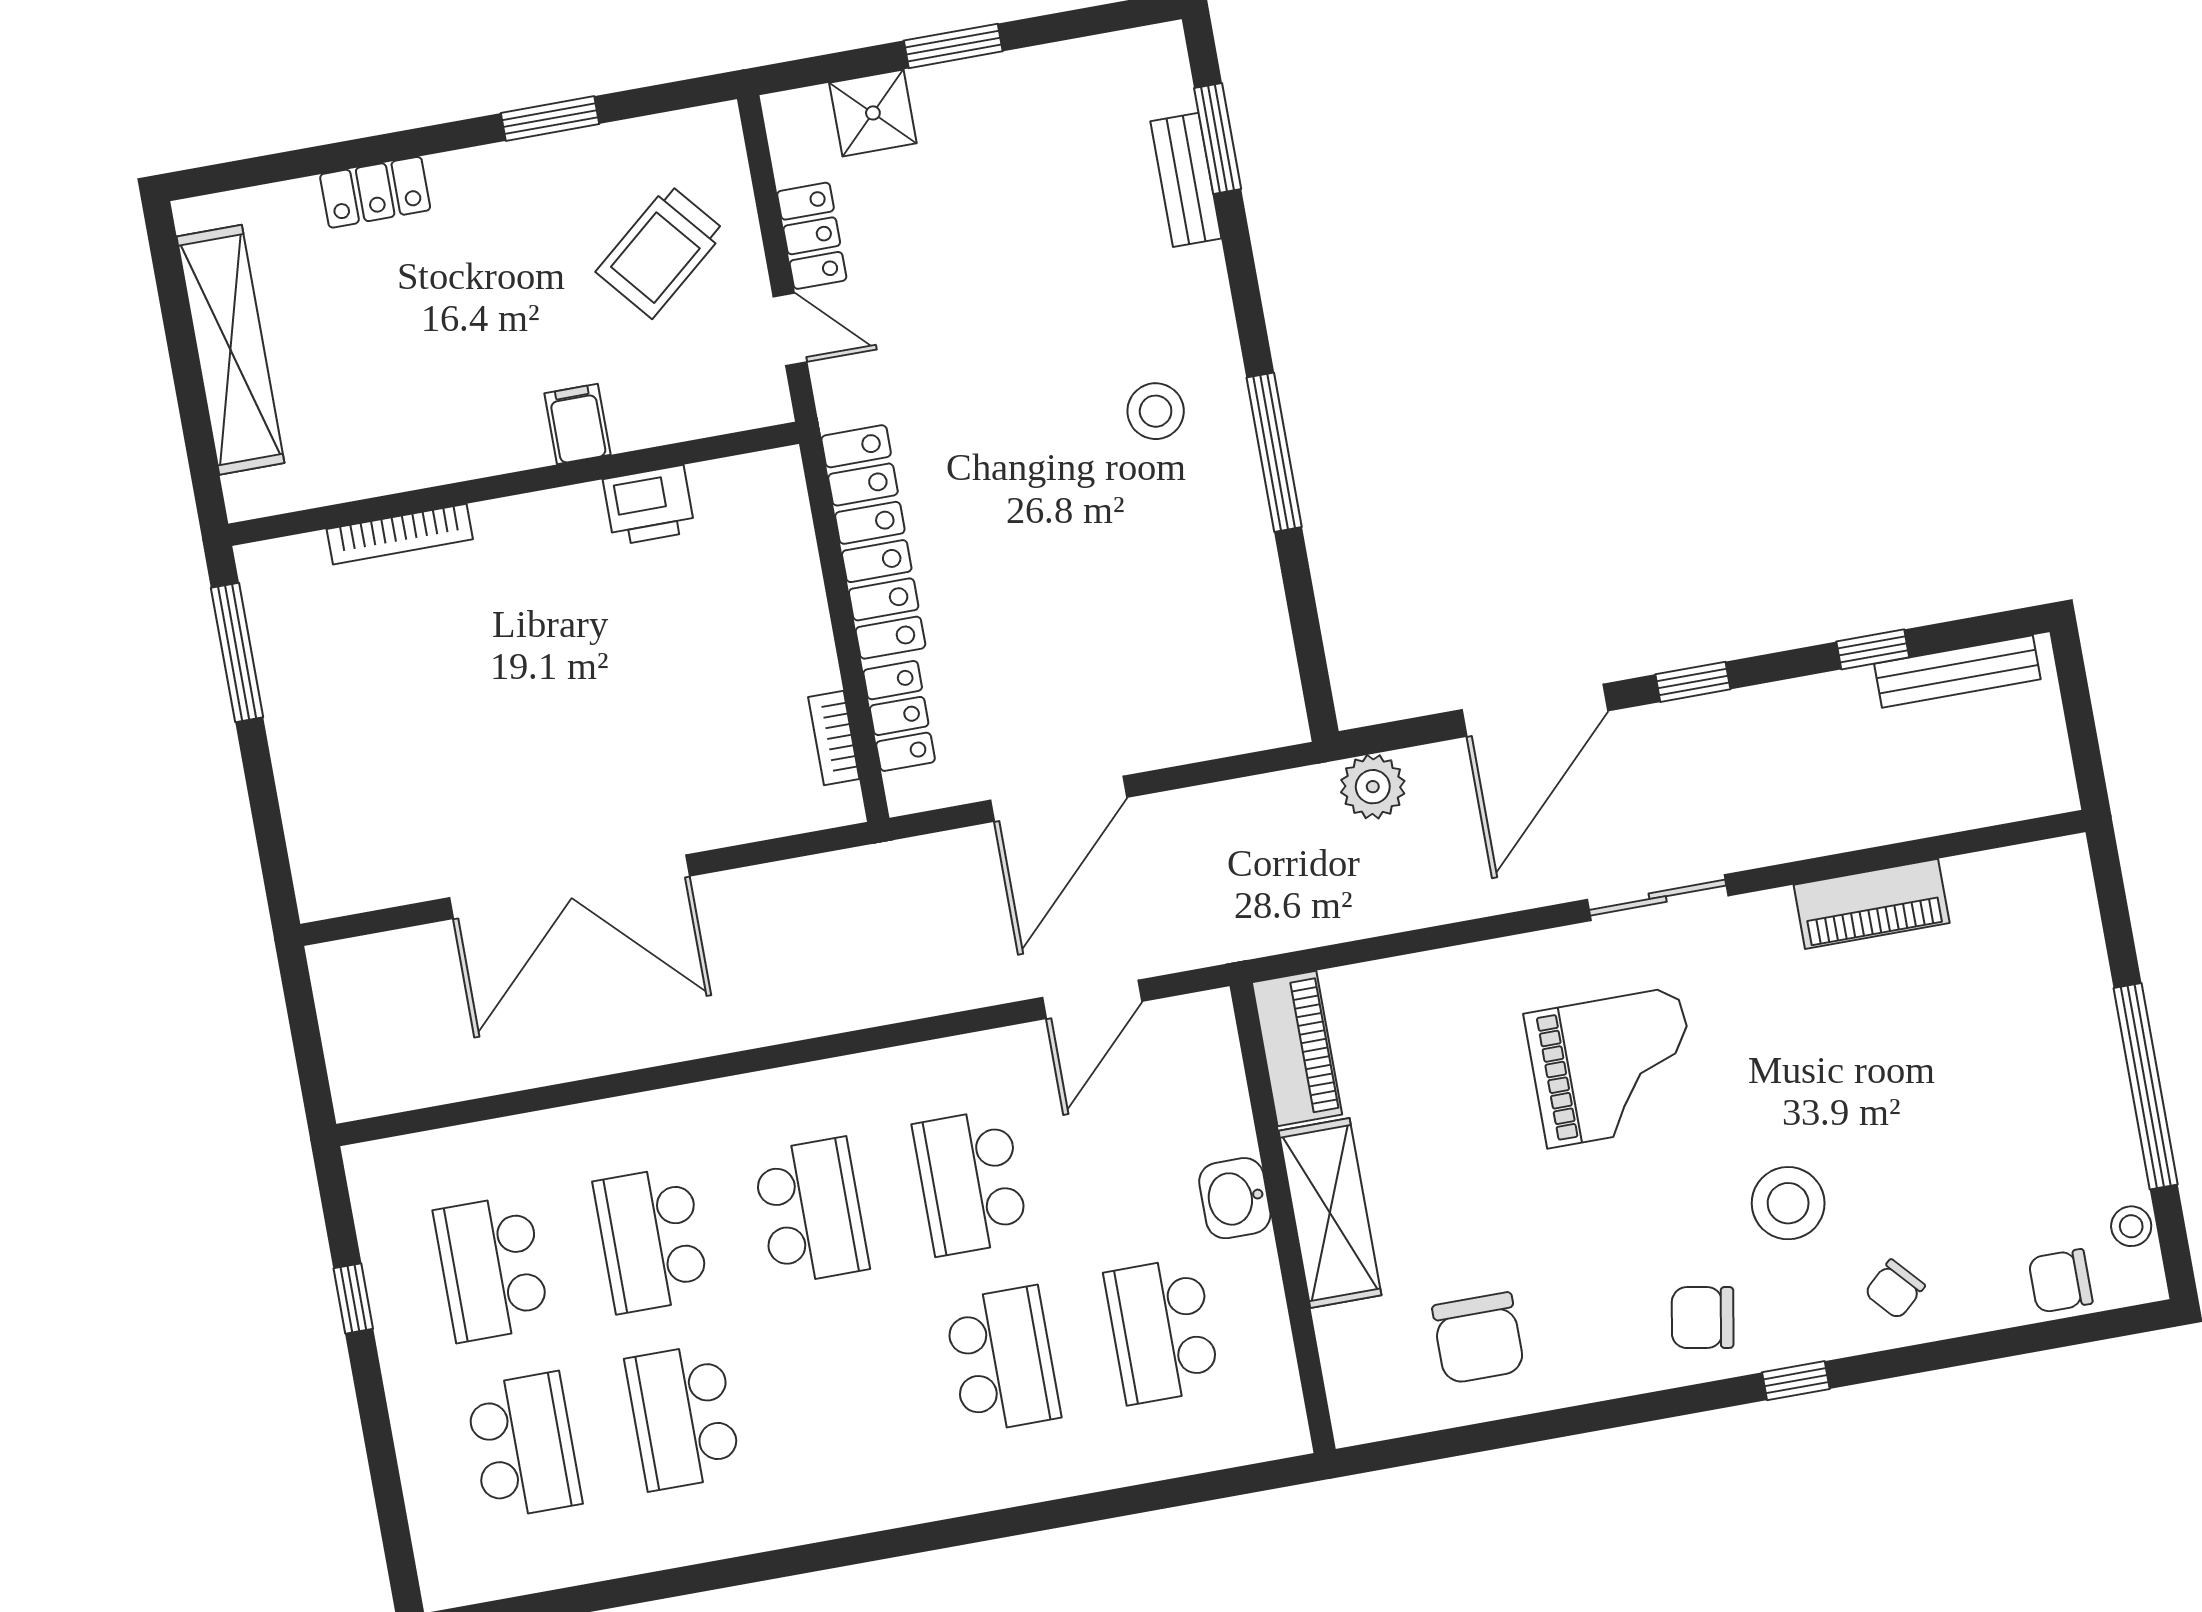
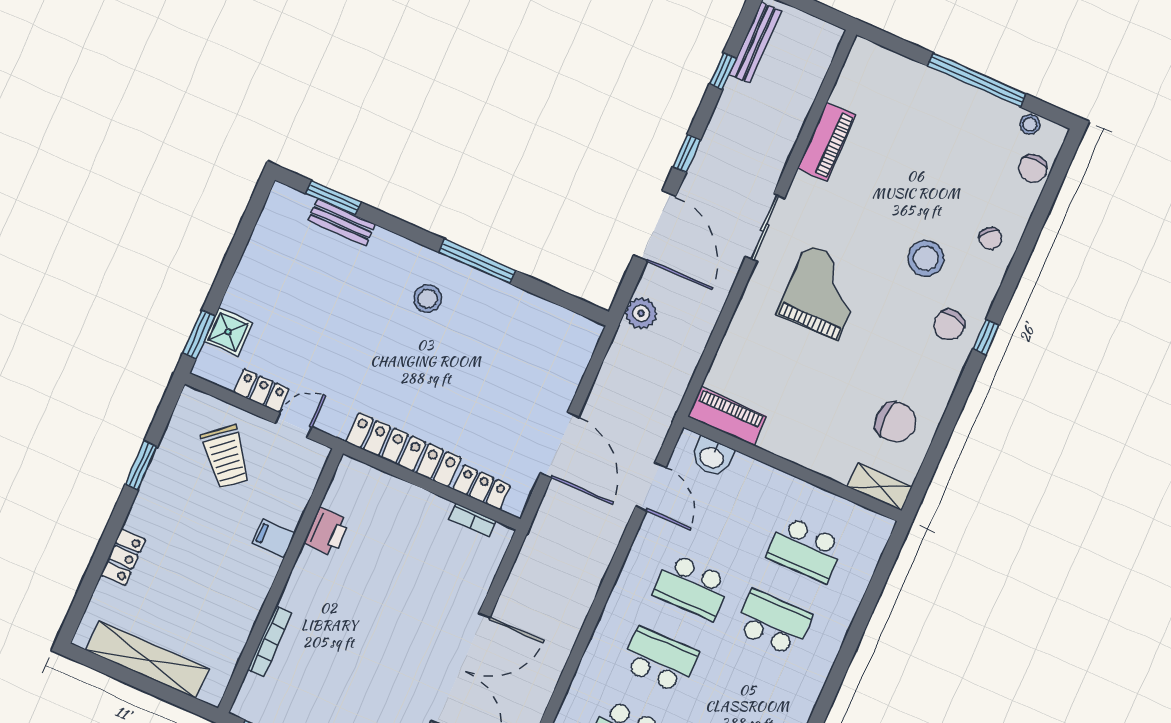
window: (953, 46) -> (199, 335), moved
washbasin: (1235, 1198) -> (712, 457), moved
shelving: (1330, 1213) -> (880, 487), moved, width x0.67, depth x0.75
window: (1796, 1381) -> (986, 337), moved

